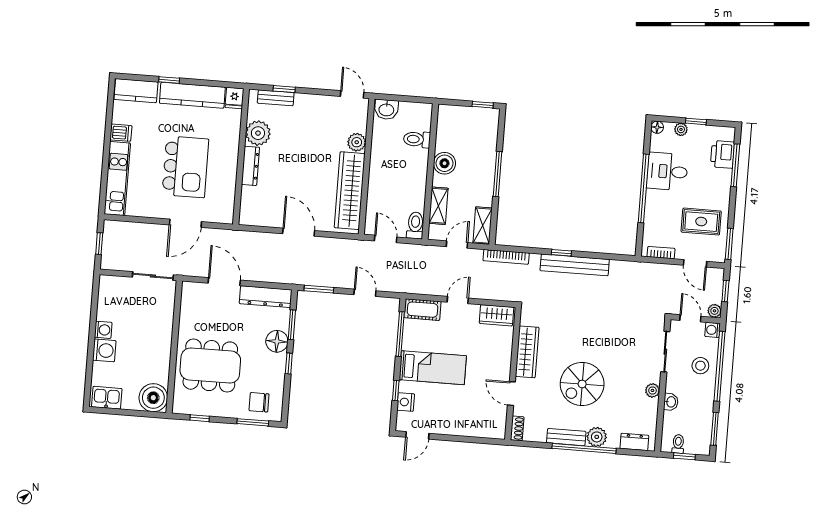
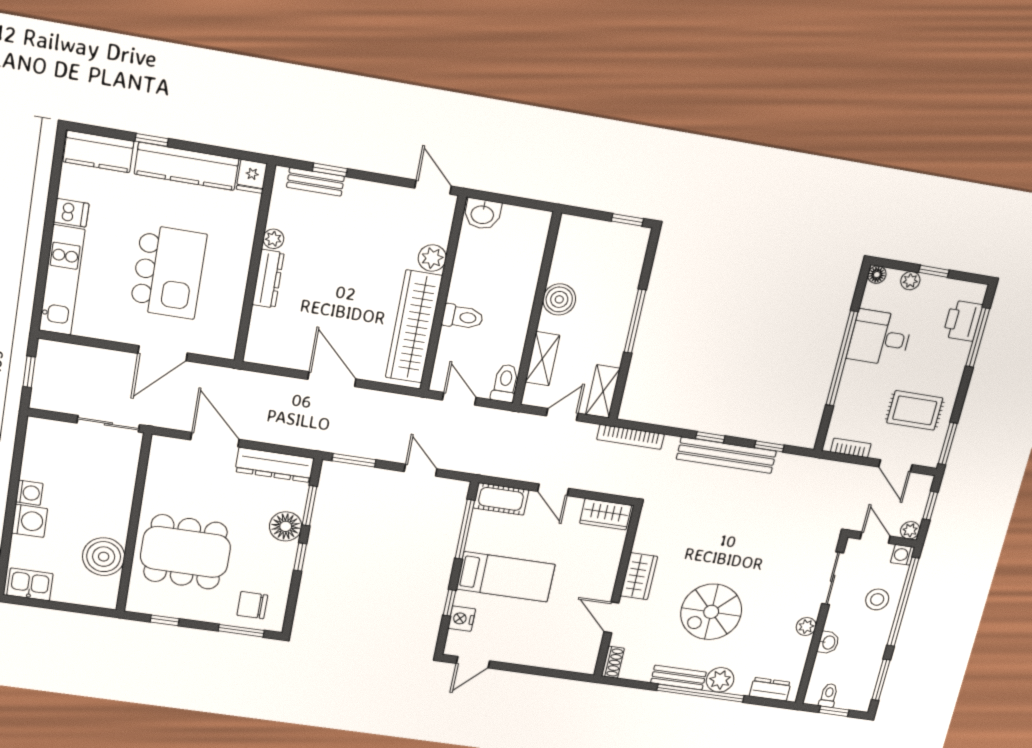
plant: (258, 133) -> (273, 239), width x0.53, depth x0.53
toilet: (417, 139) -> (462, 317), moved, turned 180
window: (604, 256) -> (769, 446), added
door: (458, 300) -> (553, 490), swing flipped
wardrobe: (527, 352) -> (639, 576), width x0.67
boiler: (153, 398) -> (104, 557), moved

